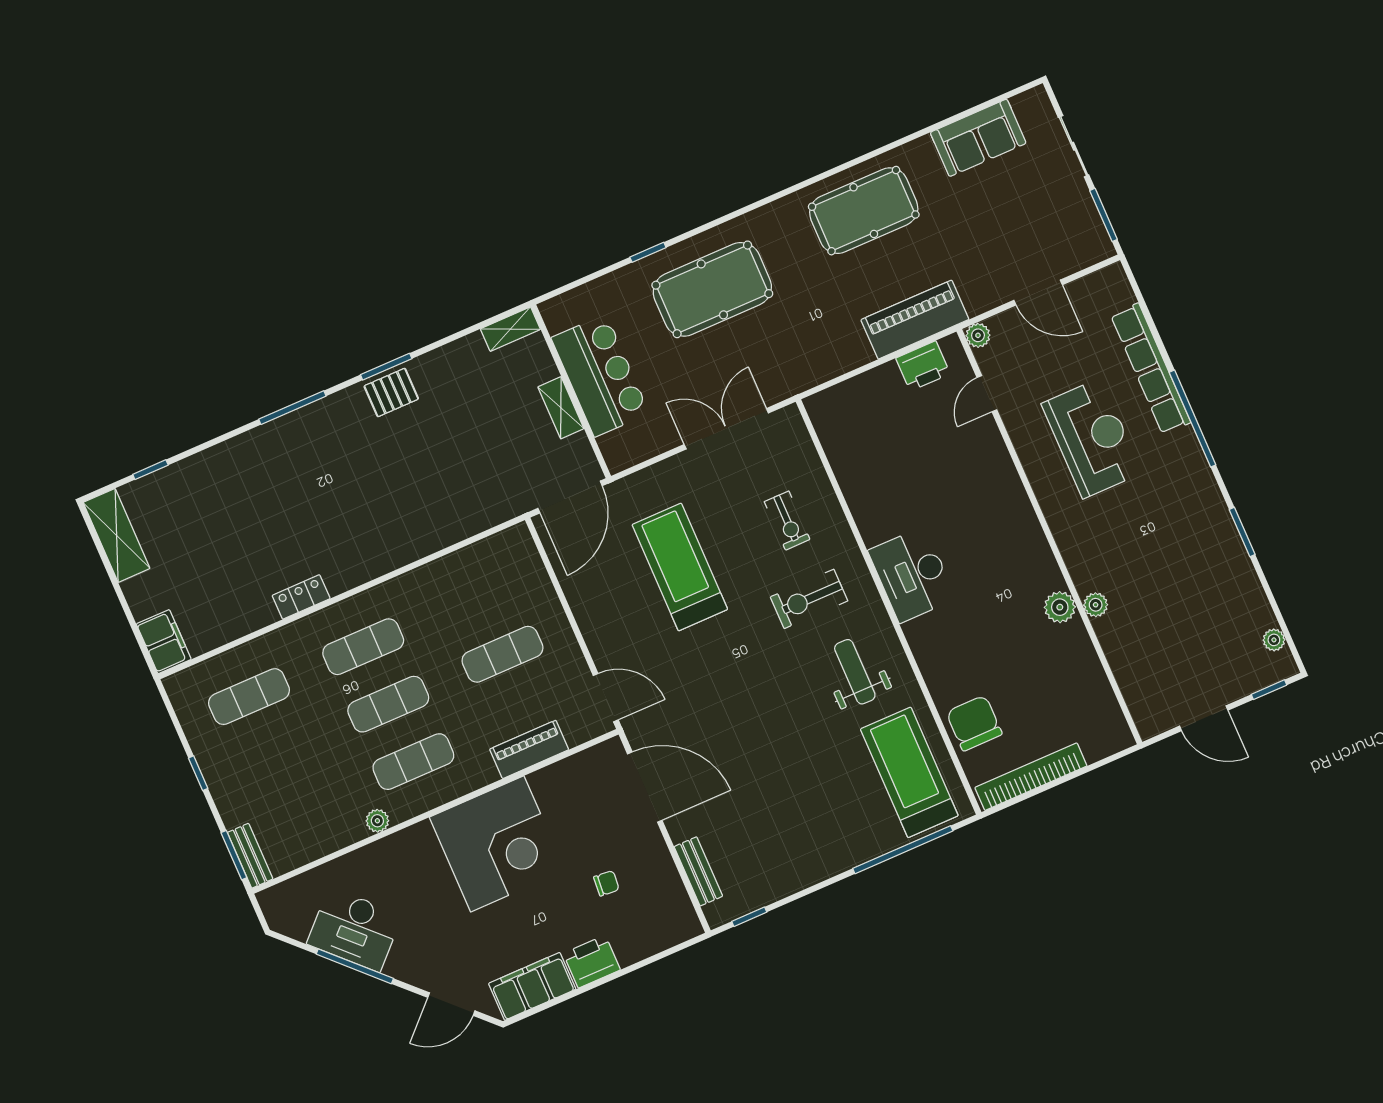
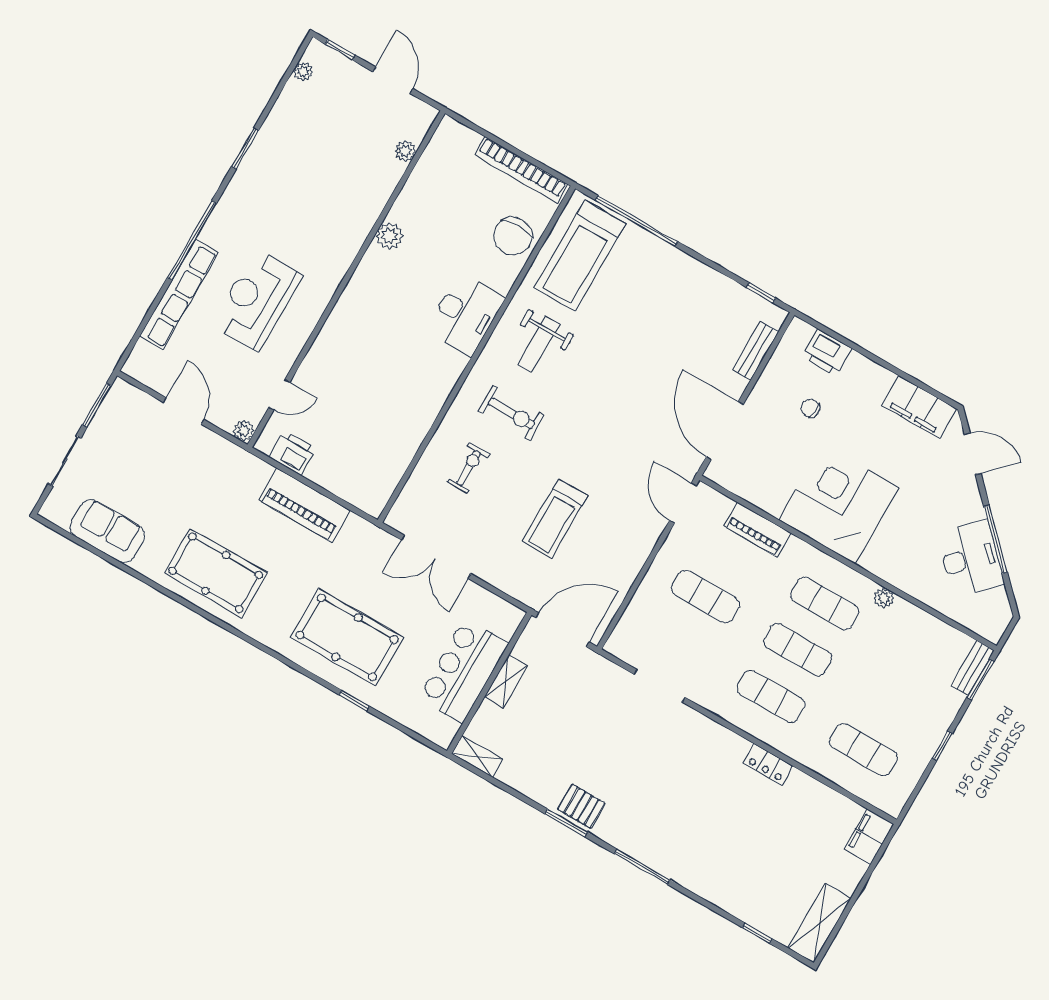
piano: (915, 320) -> (305, 505), moved
doorway: (450, 549) -> (660, 686), added
treadmill: (680, 567) -> (555, 518), width x0.73, depth x0.73
desk: (912, 575) -> (465, 314), moved
plant: (1096, 605) -> (405, 151), moved
printer: (592, 962) -> (827, 353), moved

